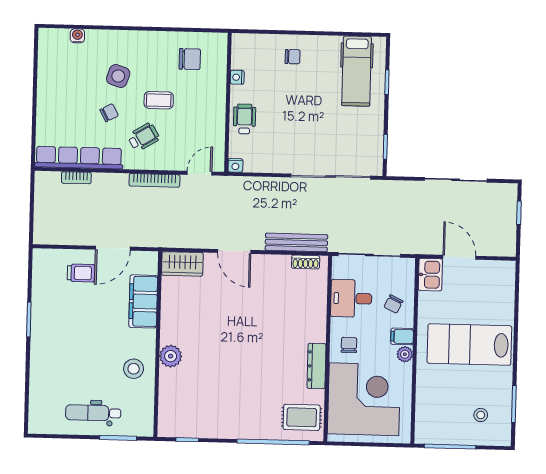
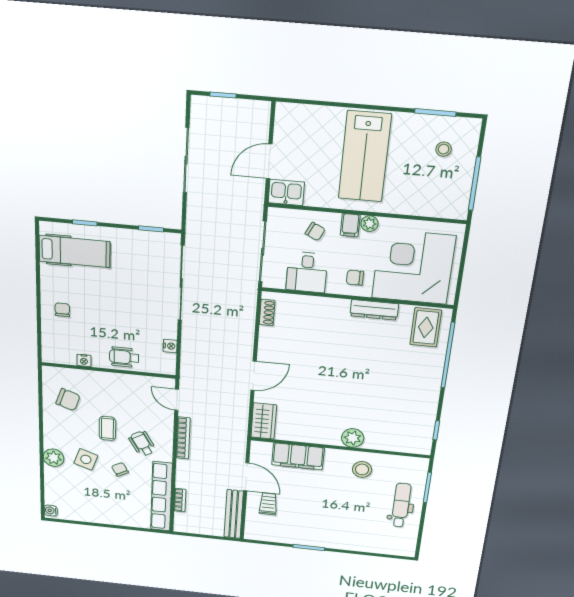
water cooler: (77, 36) -> (51, 511), moved
plant: (117, 41) -> (54, 458), added
chair: (190, 59) -> (68, 400), turned 109
nightstand: (235, 165) -> (170, 346), moved
bench: (296, 242) -> (234, 514), moved
dental chair: (93, 413) -> (401, 505), turned 180

